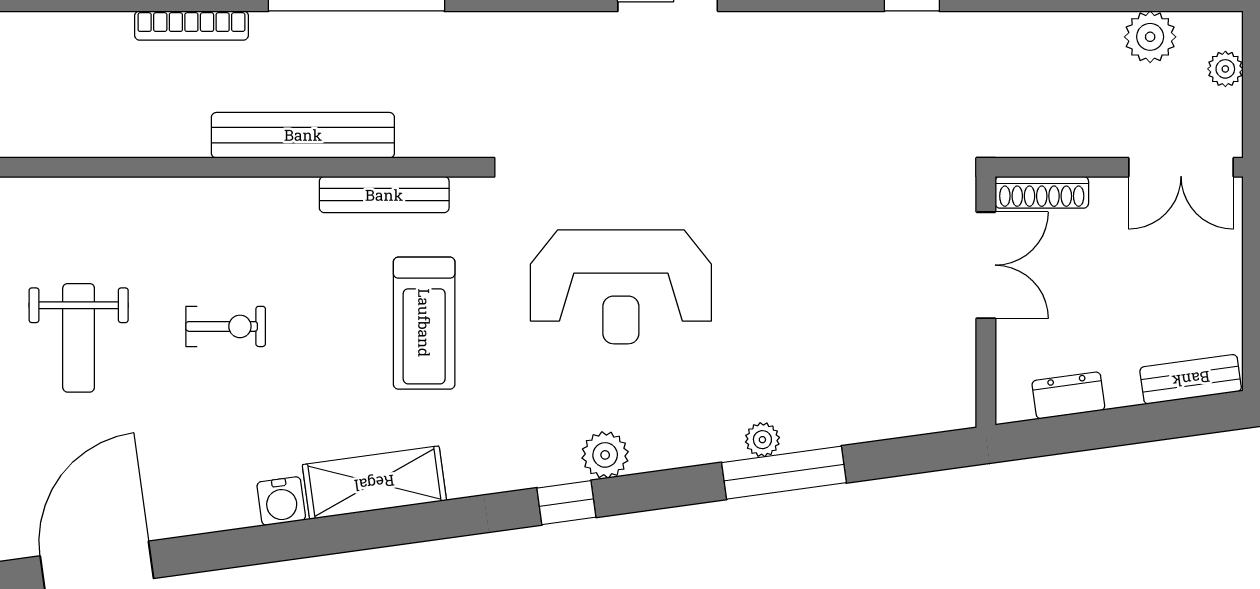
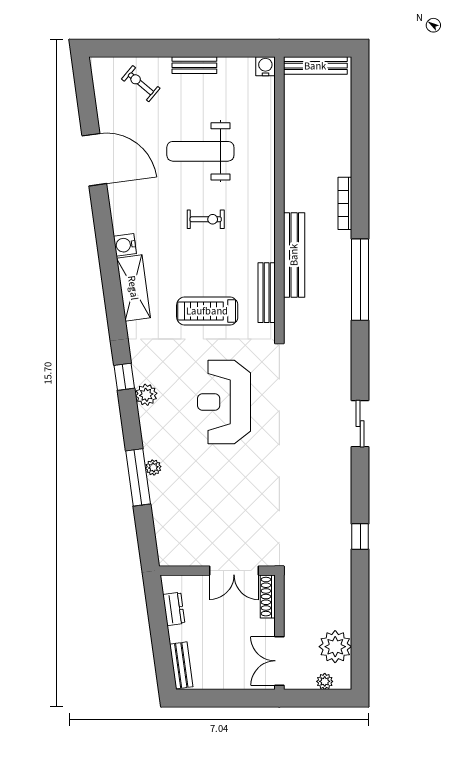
plant: (1150, 37) -> (335, 647), width x1.36, depth x1.36
exercise bike: (226, 326) -> (206, 219), turned -90
weight bench: (79, 338) -> (200, 151), width x1.36, depth x1.33

